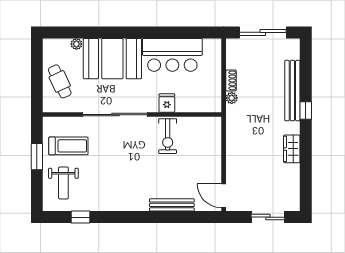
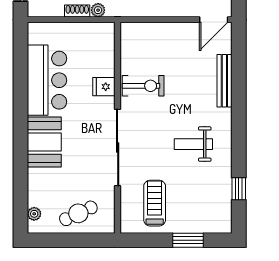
plant: (76, 44) -> (34, 214), moved
booth: (112, 59) -> (44, 142), width x0.73, depth x0.70
window: (37, 157) -> (188, 240), moved
weight bench: (63, 183) -> (193, 144), moved, turned 180

